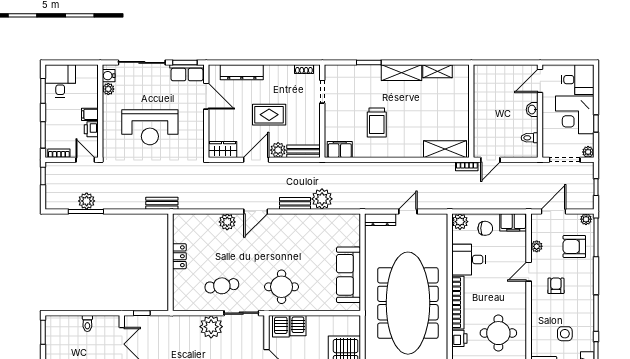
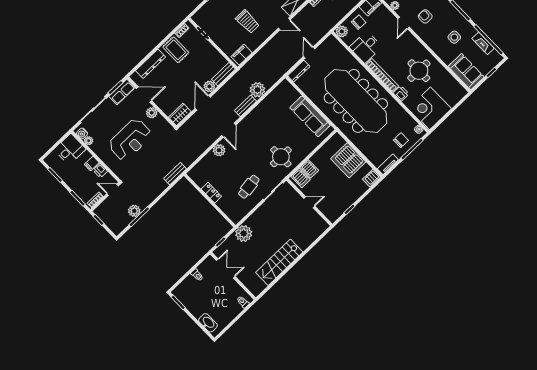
desk: (60, 81) -> (70, 149), moved, turned 90
rug: (269, 115) -> (176, 50), moved, turned 90
plant: (197, 121) -> (152, 113), added
door: (411, 160) -> (284, 24), added
plant: (211, 327) -> (244, 233), moved

